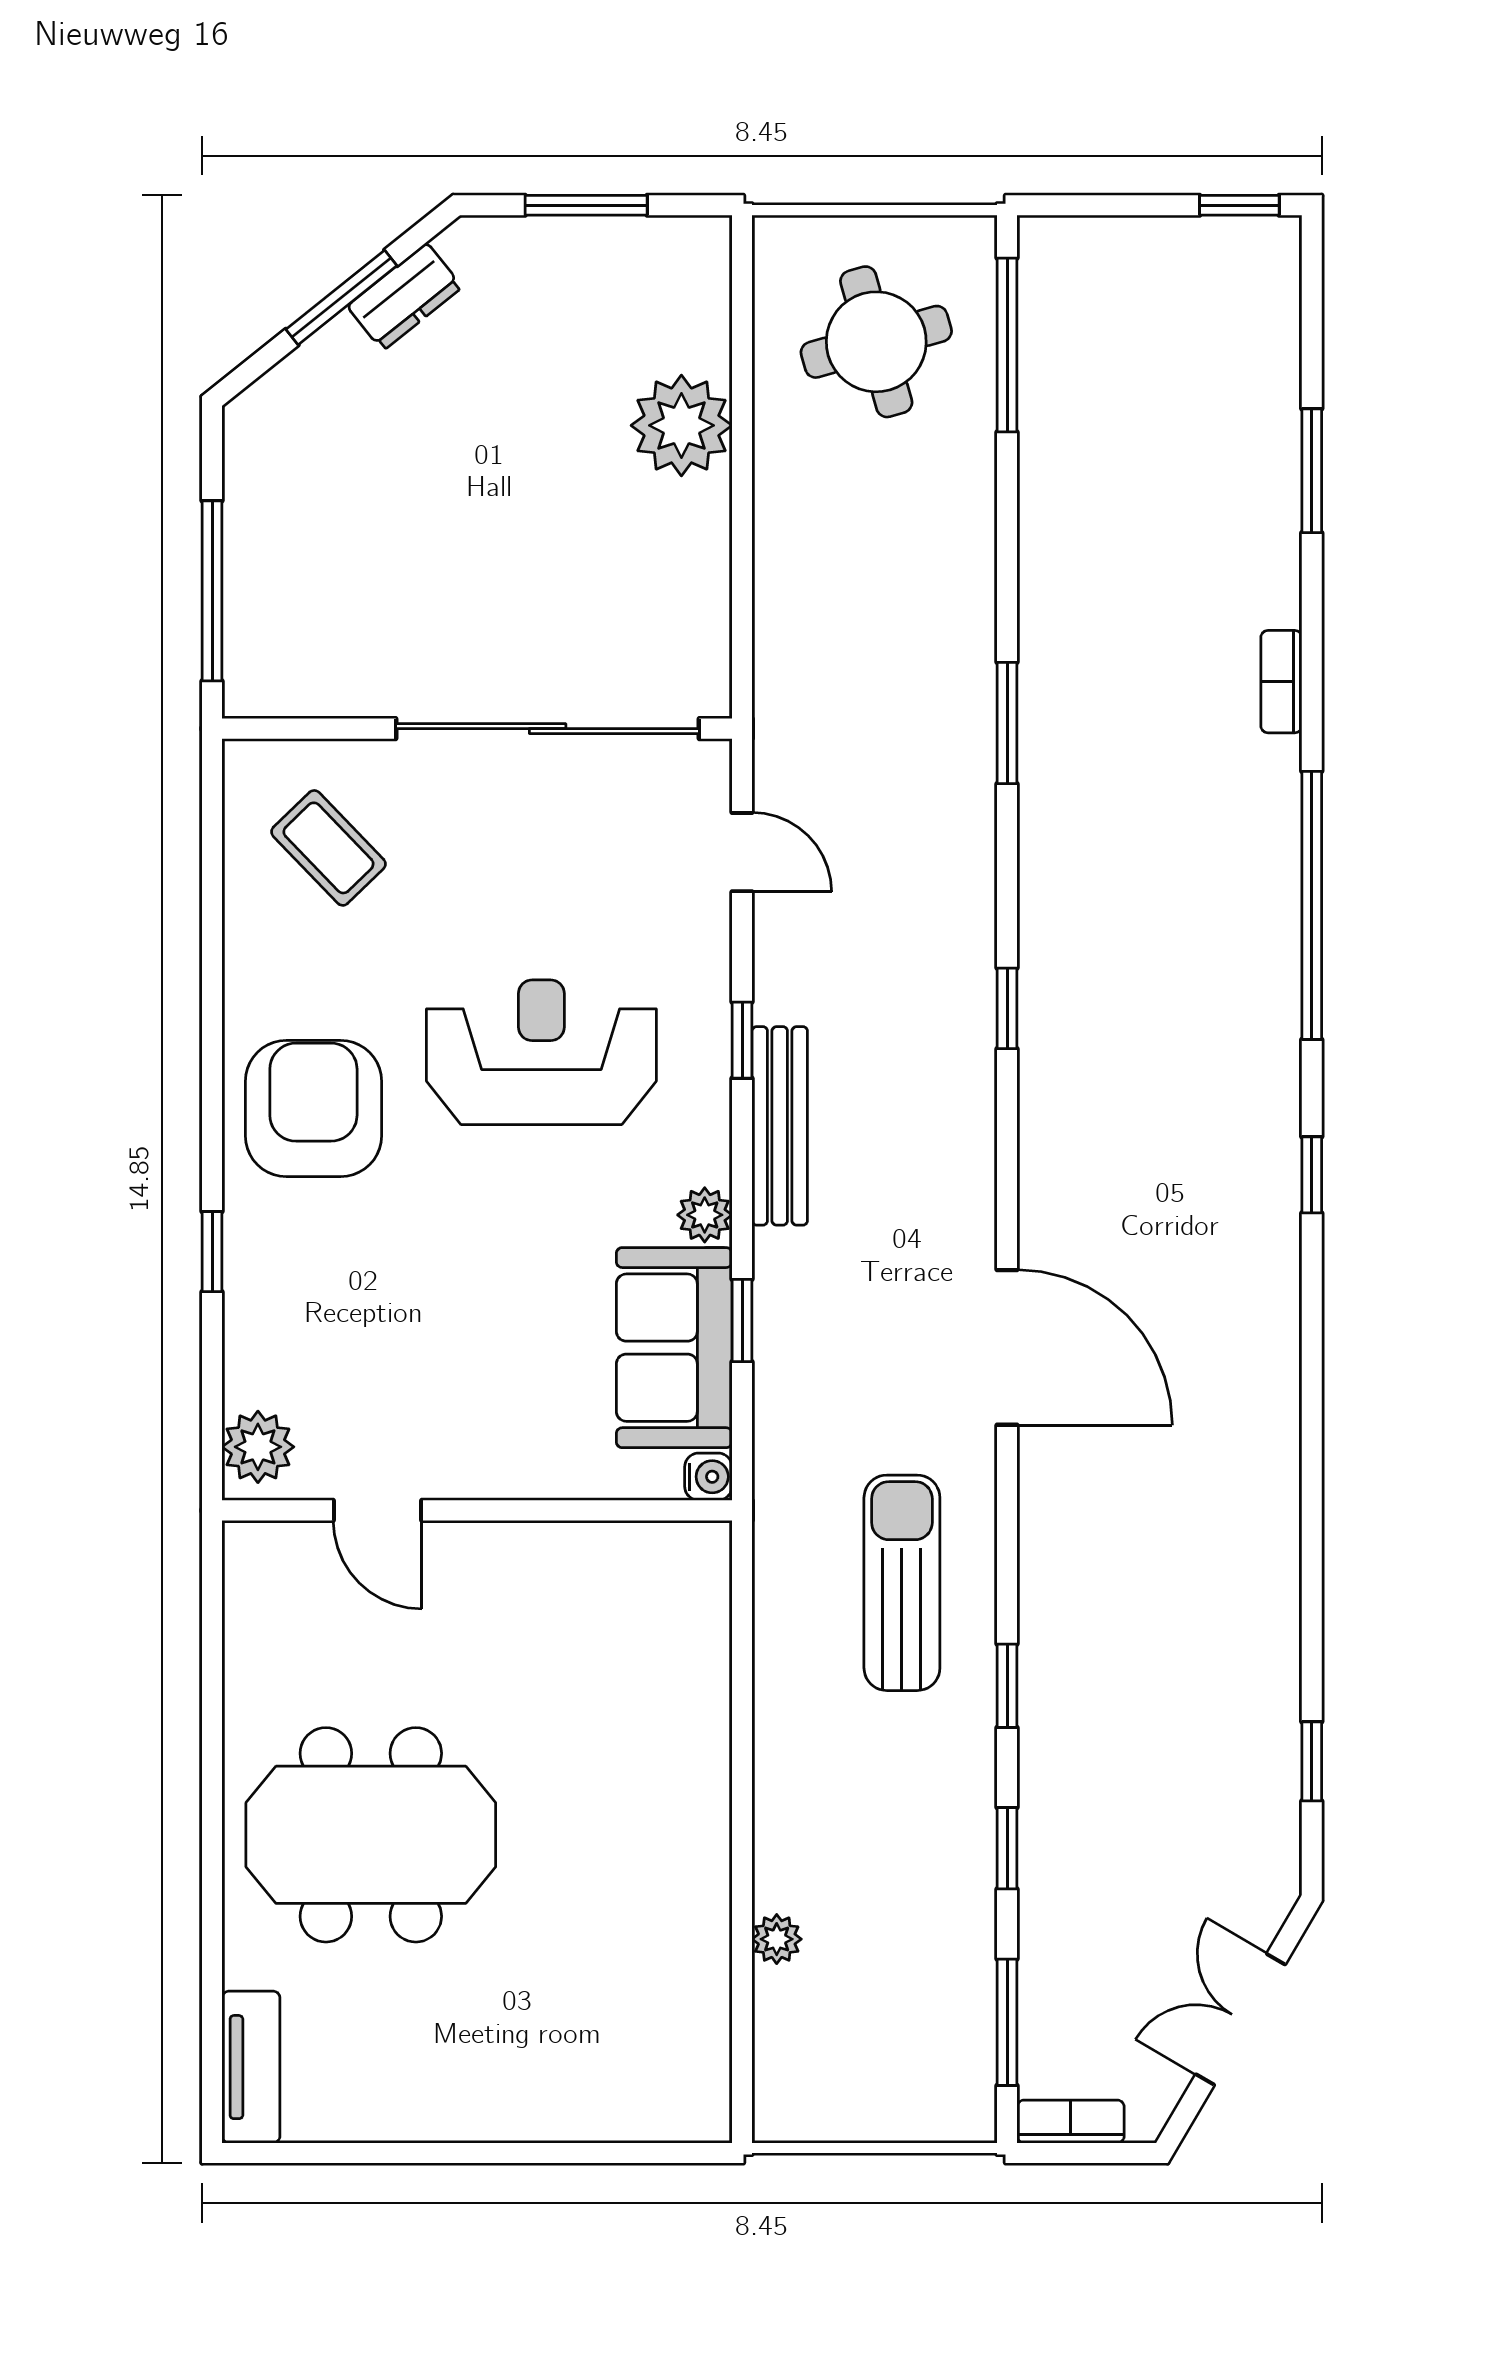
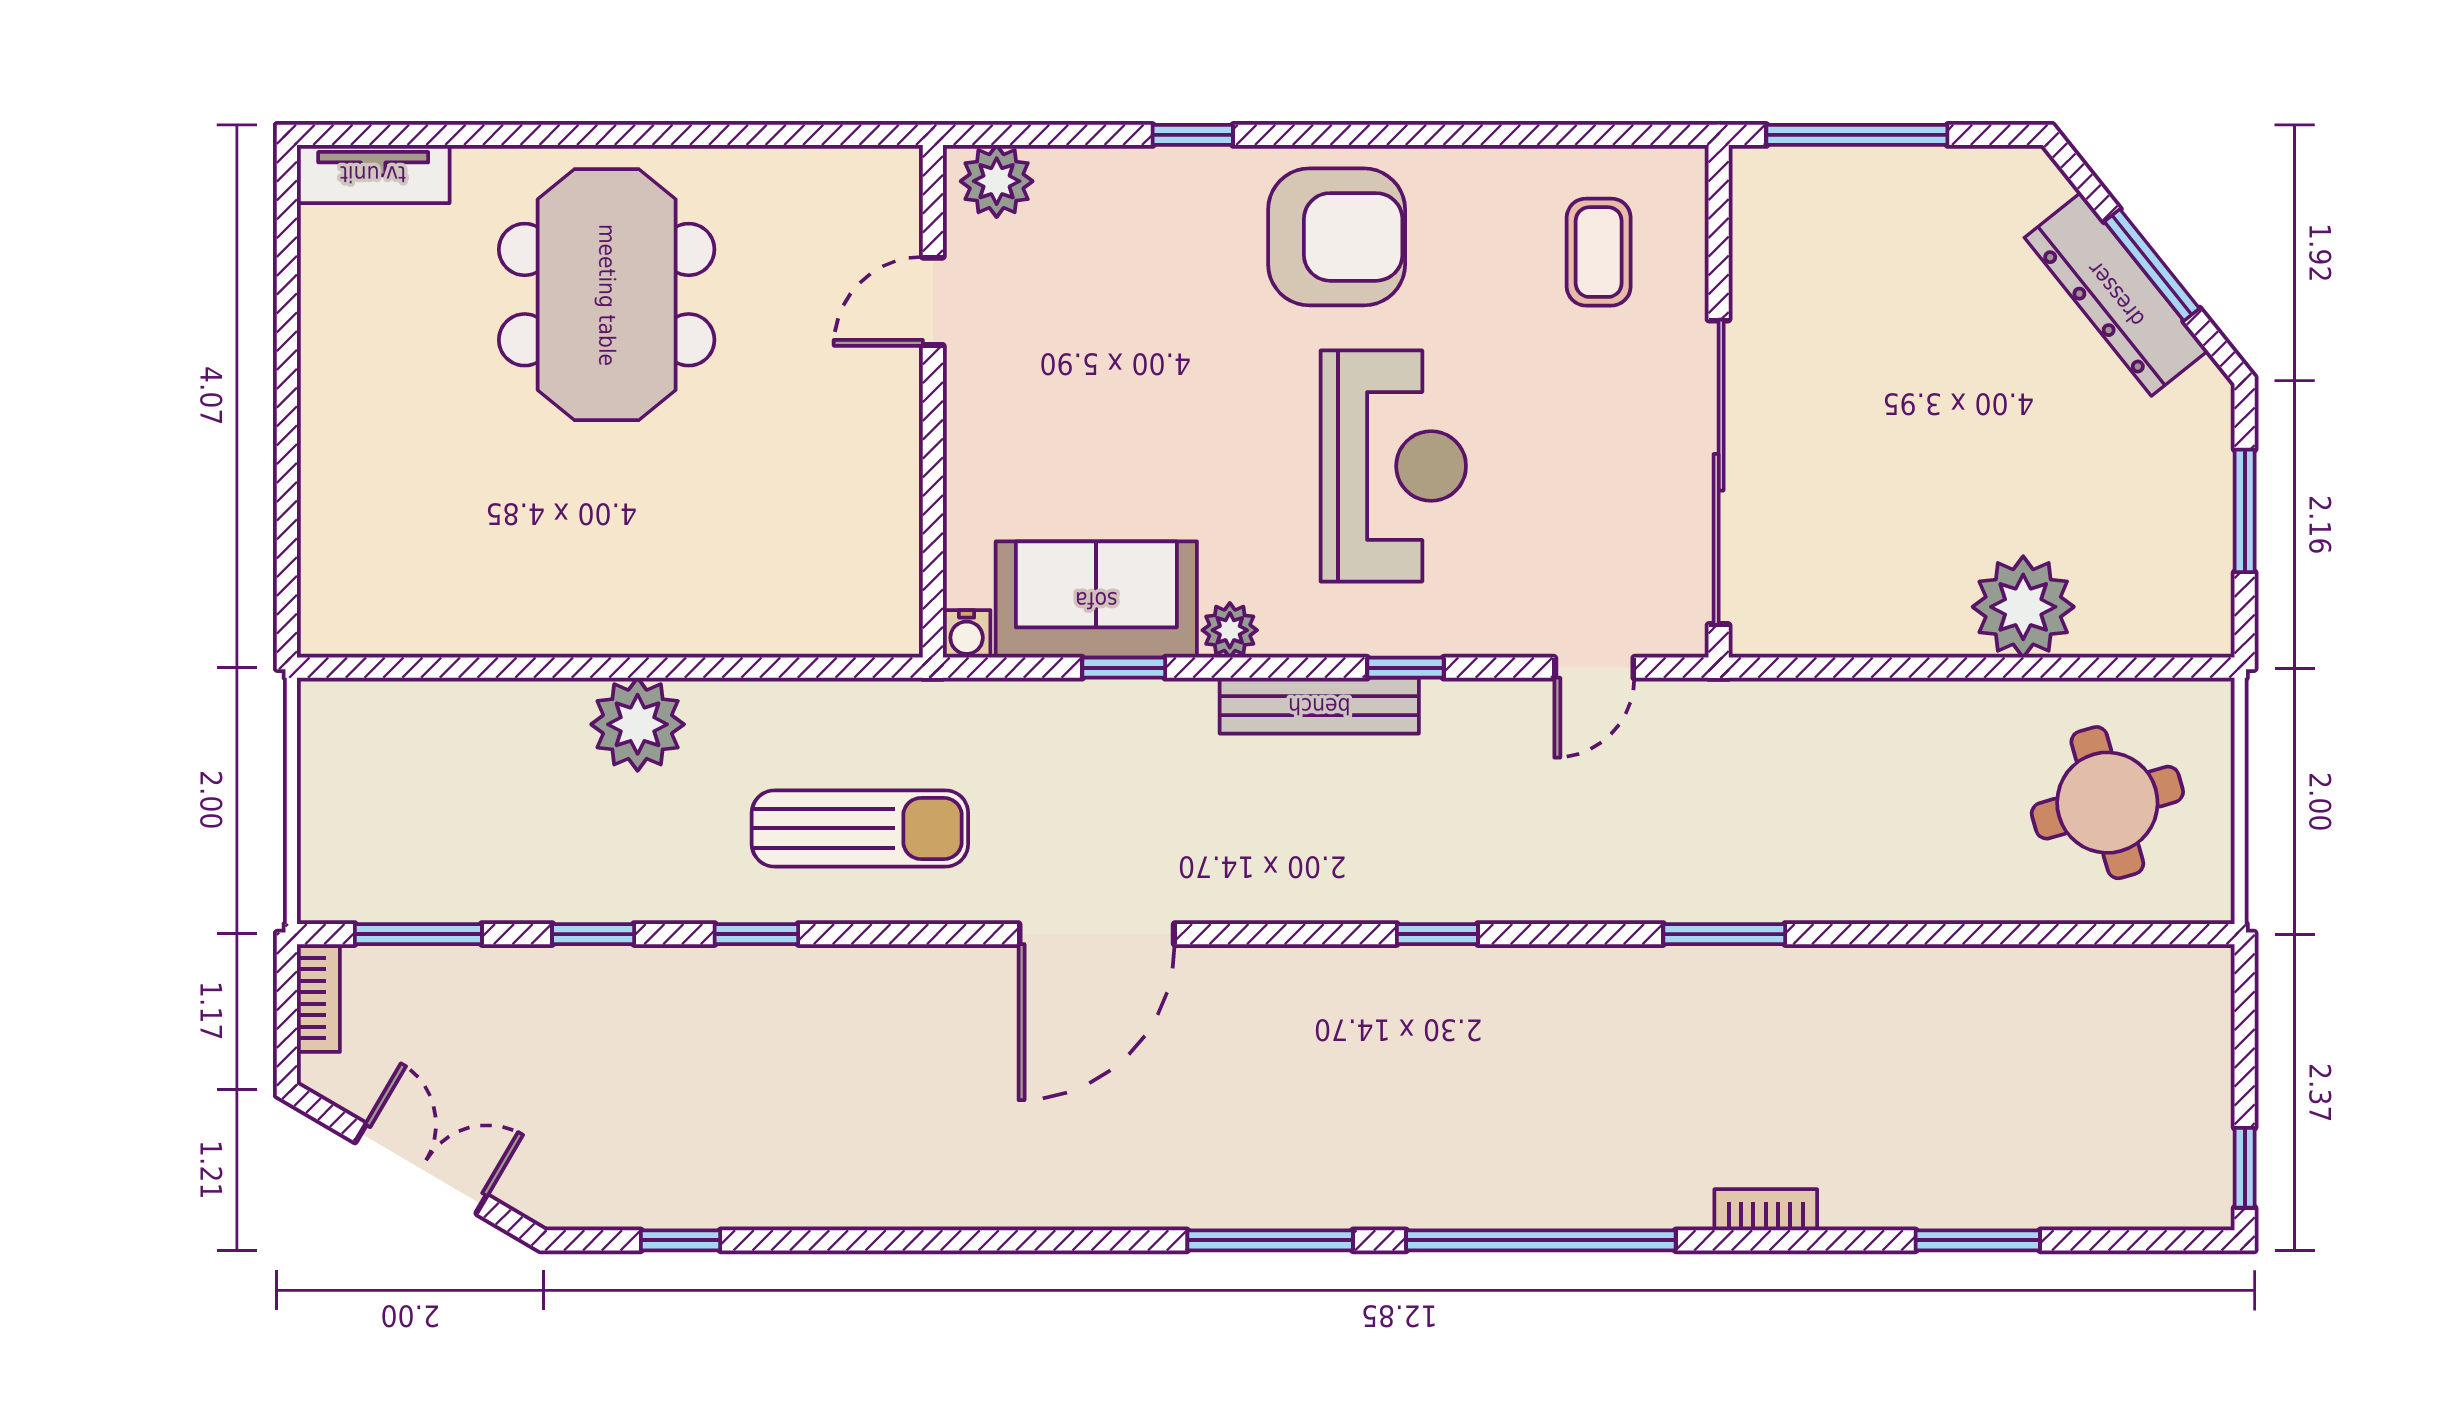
dresser: (405, 297) -> (2116, 294), width x1.96, depth x1.24
window: (1007, 345) -> (2104, 934), removed
coffee table: (328, 848) -> (1599, 252), turned -46
window: (1312, 1175) -> (1270, 1240), width x2.17
plant: (777, 1939) -> (638, 724), moved, width x1.88, depth x1.88

